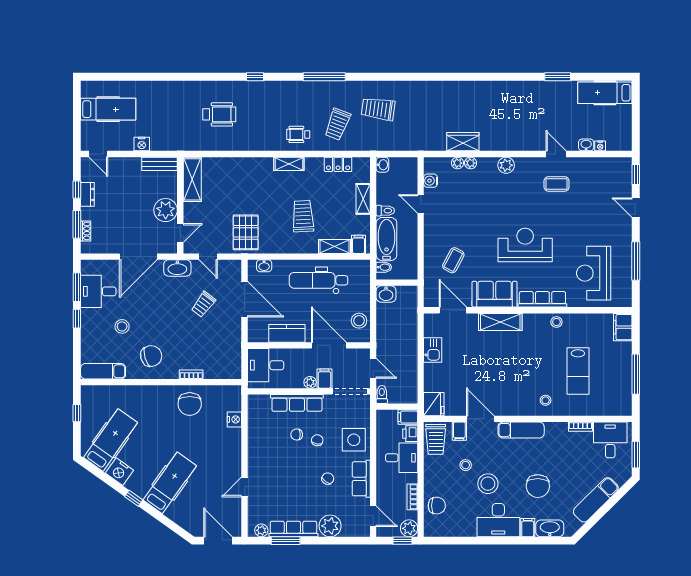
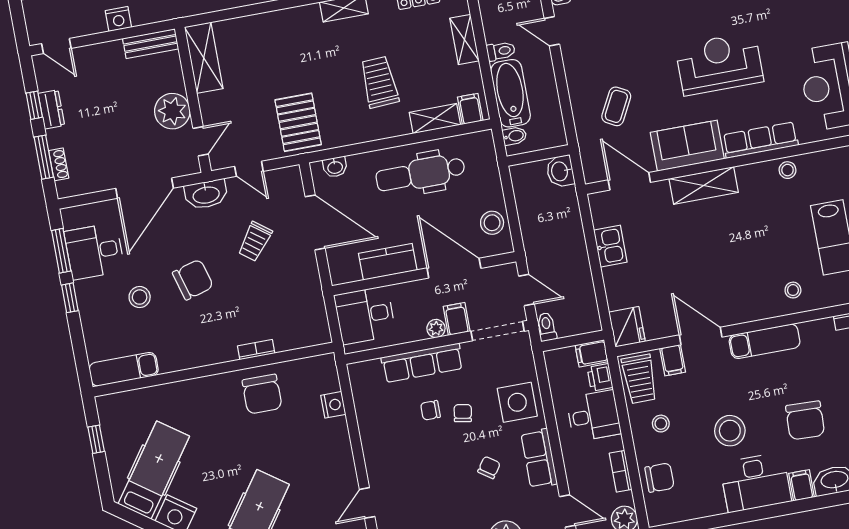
washbasin: (386, 294) -> (560, 171), moved, turned 90
chair: (151, 356) -> (193, 280), moved
stool: (466, 465) -> (661, 424), moved

